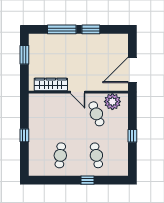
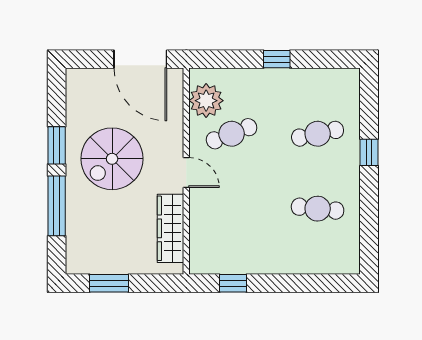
spiral stairs: (84, 56) -> (112, 159), added
door: (78, 92) -> (186, 173), hinge flipped
window: (24, 135) -> (233, 283), moved

